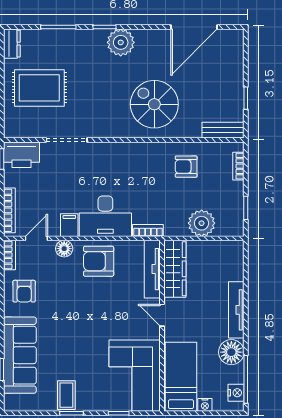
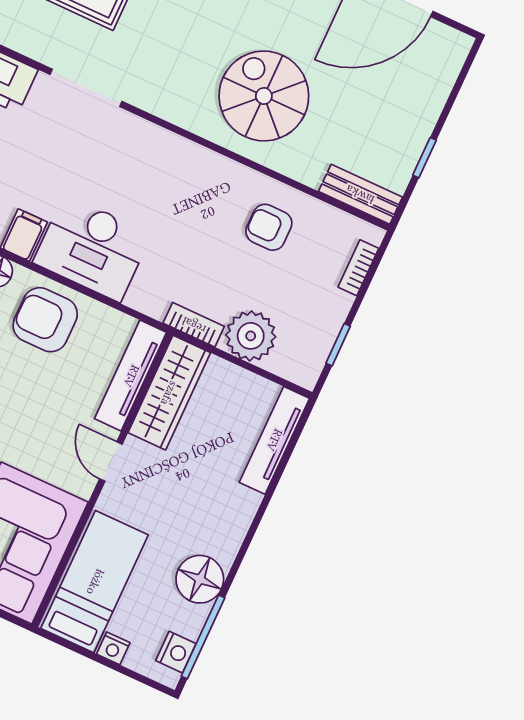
bookcase: (148, 230) -> (194, 325), moved
tv unit: (236, 310) -> (274, 440), moved

